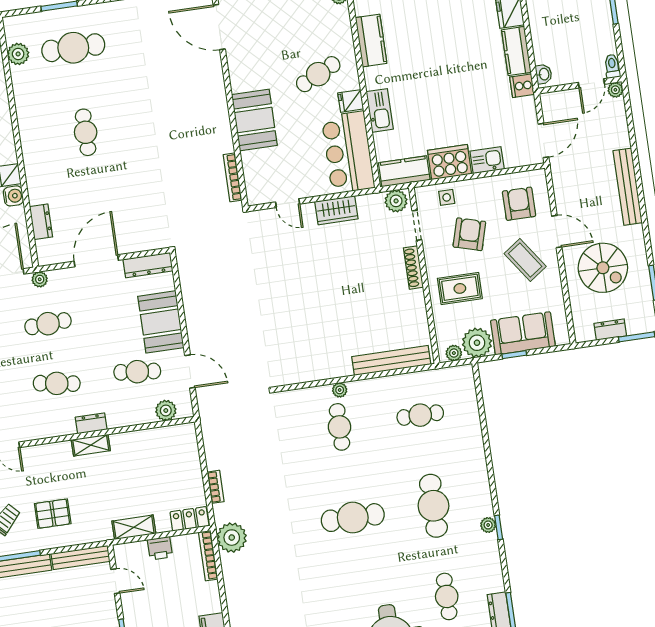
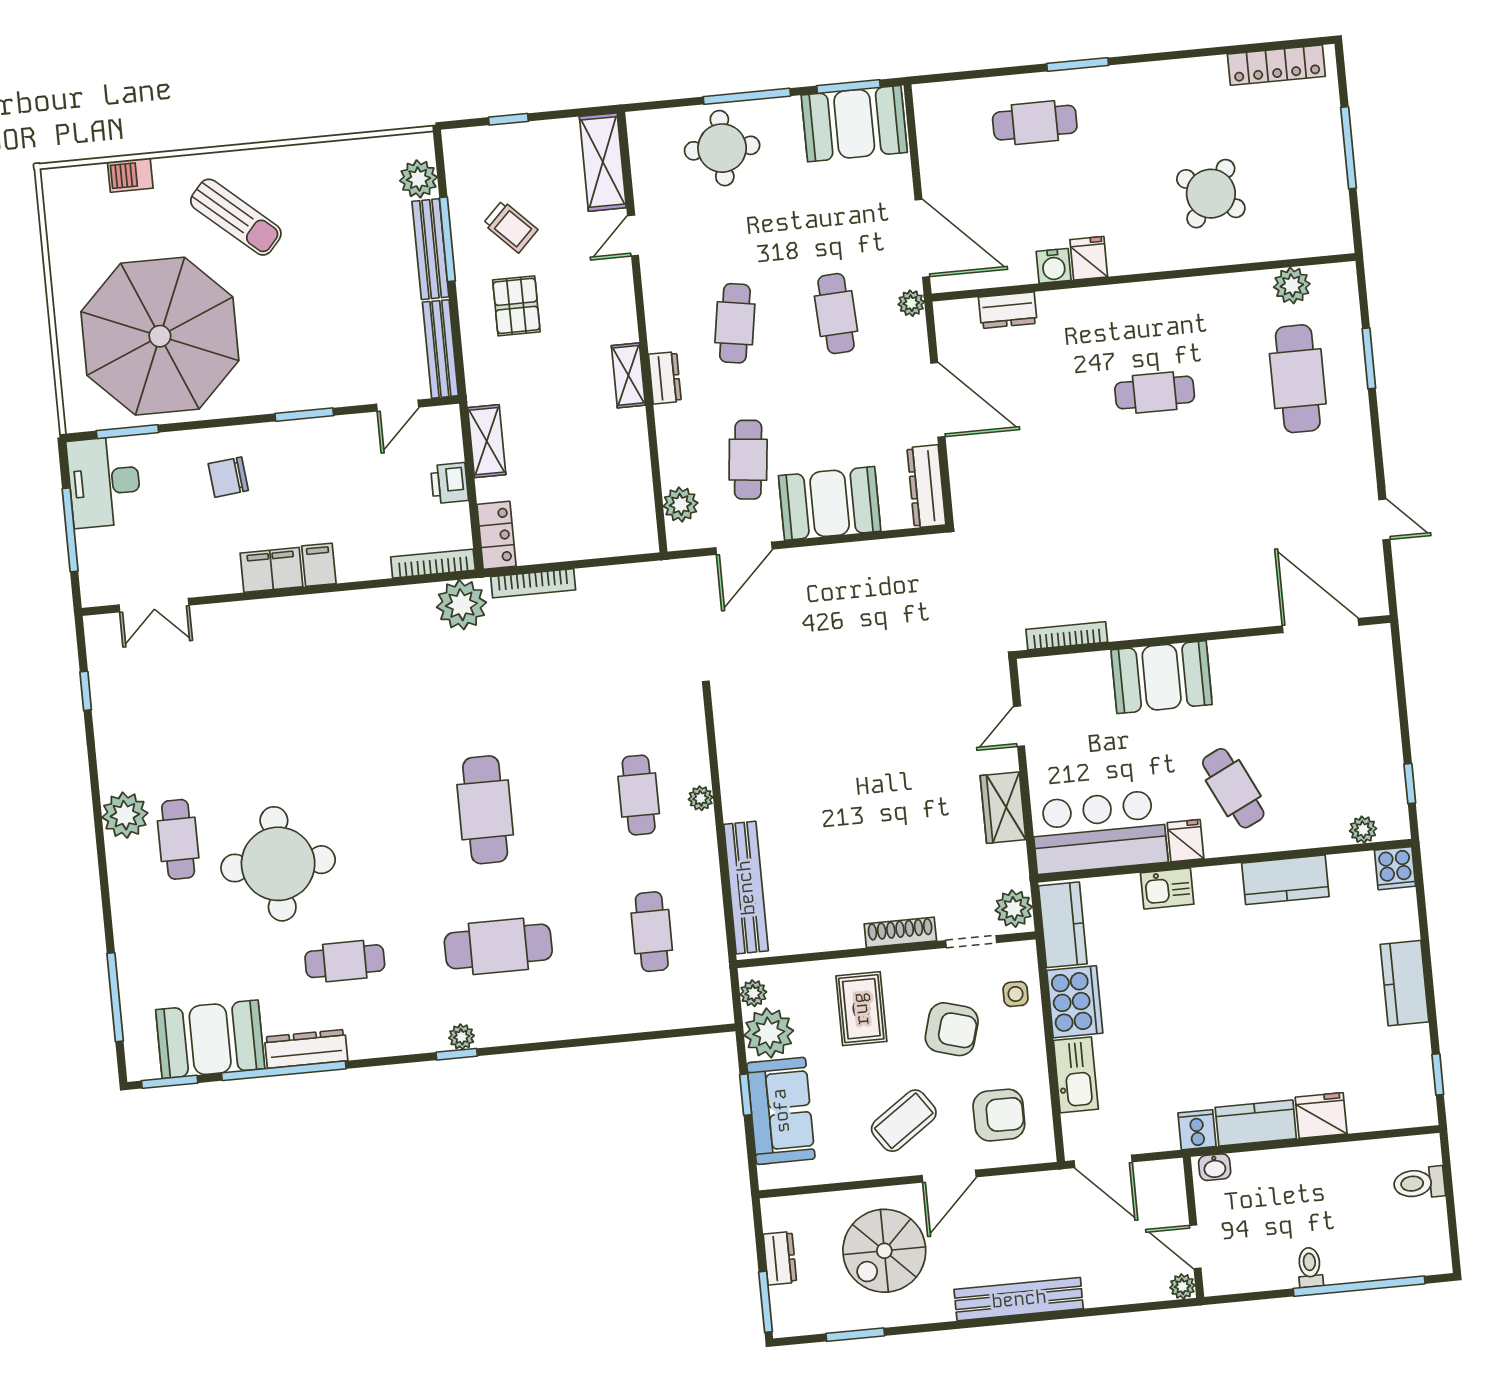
door: (219, 27) -> (1321, 626), hinge flipped
toilet: (612, 66) -> (1310, 1267), moved, turned -90
kitchen sink: (380, 110) -> (1167, 888), width x0.73
kitchen sink: (487, 160) -> (1076, 1075), width x1.38
cafe table: (340, 427) -> (639, 795), turned 90
bookcase: (216, 487) -> (533, 583), width x1.56

